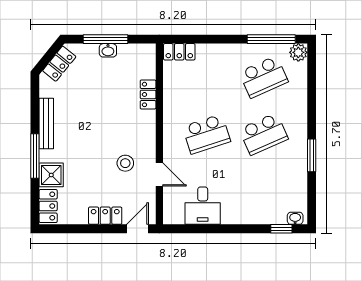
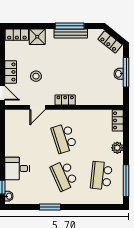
plant: (298, 52) -> (117, 148), moved
school desk: (264, 77) -> (101, 176), turned 30
locker: (148, 94) -> (65, 100), moved
window: (35, 156) -> (70, 26), moved
stool: (125, 163) -> (36, 76), moved
desk: (203, 206) -> (17, 168), moved

